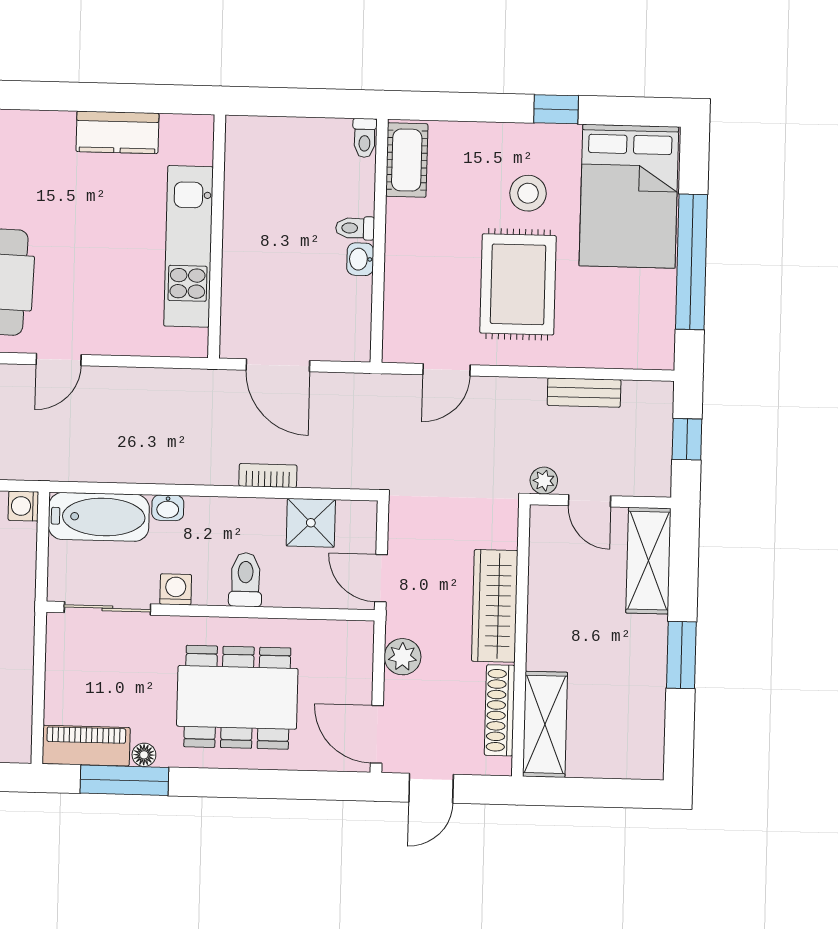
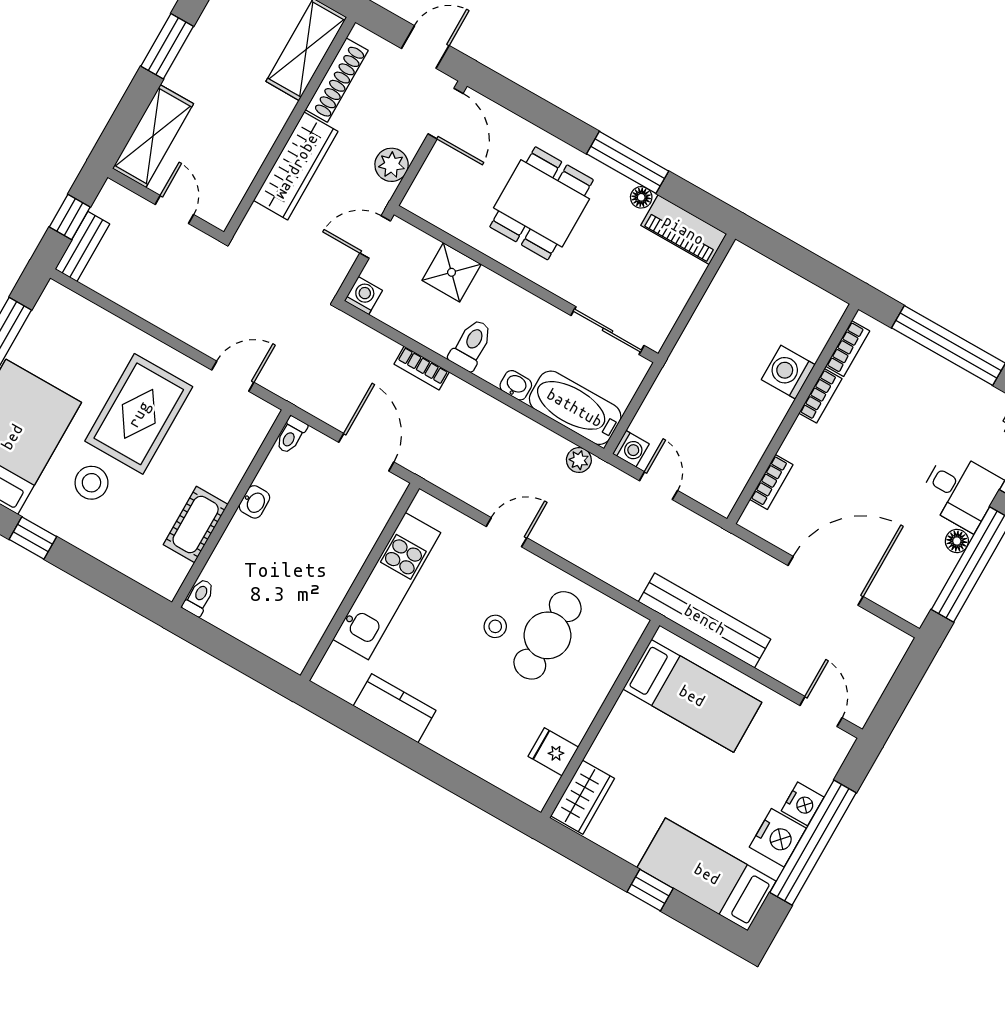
cot: (407, 160) -> (196, 524), moved
toilet: (355, 228) -> (291, 435), moved, turned 90
stool: (63, 264) -> (495, 626), added
door: (59, 360) -> (506, 532), moved
bench: (584, 393) -> (82, 247), moved, turned 90
plant: (544, 481) -> (579, 460), moved
shower: (311, 523) -> (452, 272), moved
door: (381, 578) -> (375, 237), swing flipped
toilet: (245, 580) -> (471, 345), moved, turned 180
washing machine: (176, 589) -> (363, 296), moved, turned 180
dining table: (237, 697) -> (542, 203), width x0.73
window: (124, 780) -> (628, 162), moved

